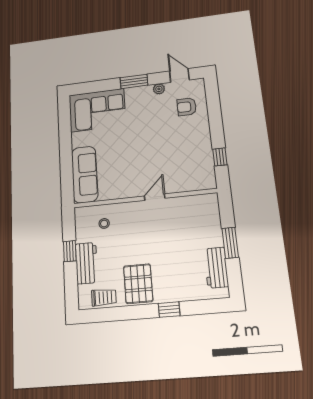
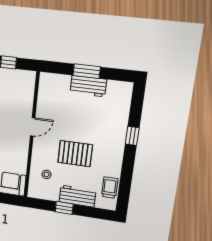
door: (155, 197) -> (33, 127), swing flipped
workbench: (216, 268) -> (88, 86), moved
pallet: (138, 284) -> (75, 154), moved

